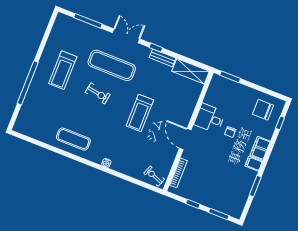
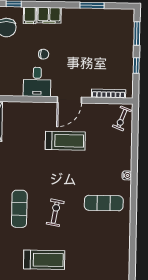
exercise mat: (112, 65) -> (19, 209), width x0.73, depth x0.69
treadmill: (140, 113) -> (65, 141), moved
exercise mat: (73, 139) -> (104, 203), moved, turned 90
filing cabinet: (254, 164) -> (30, 15), moved

